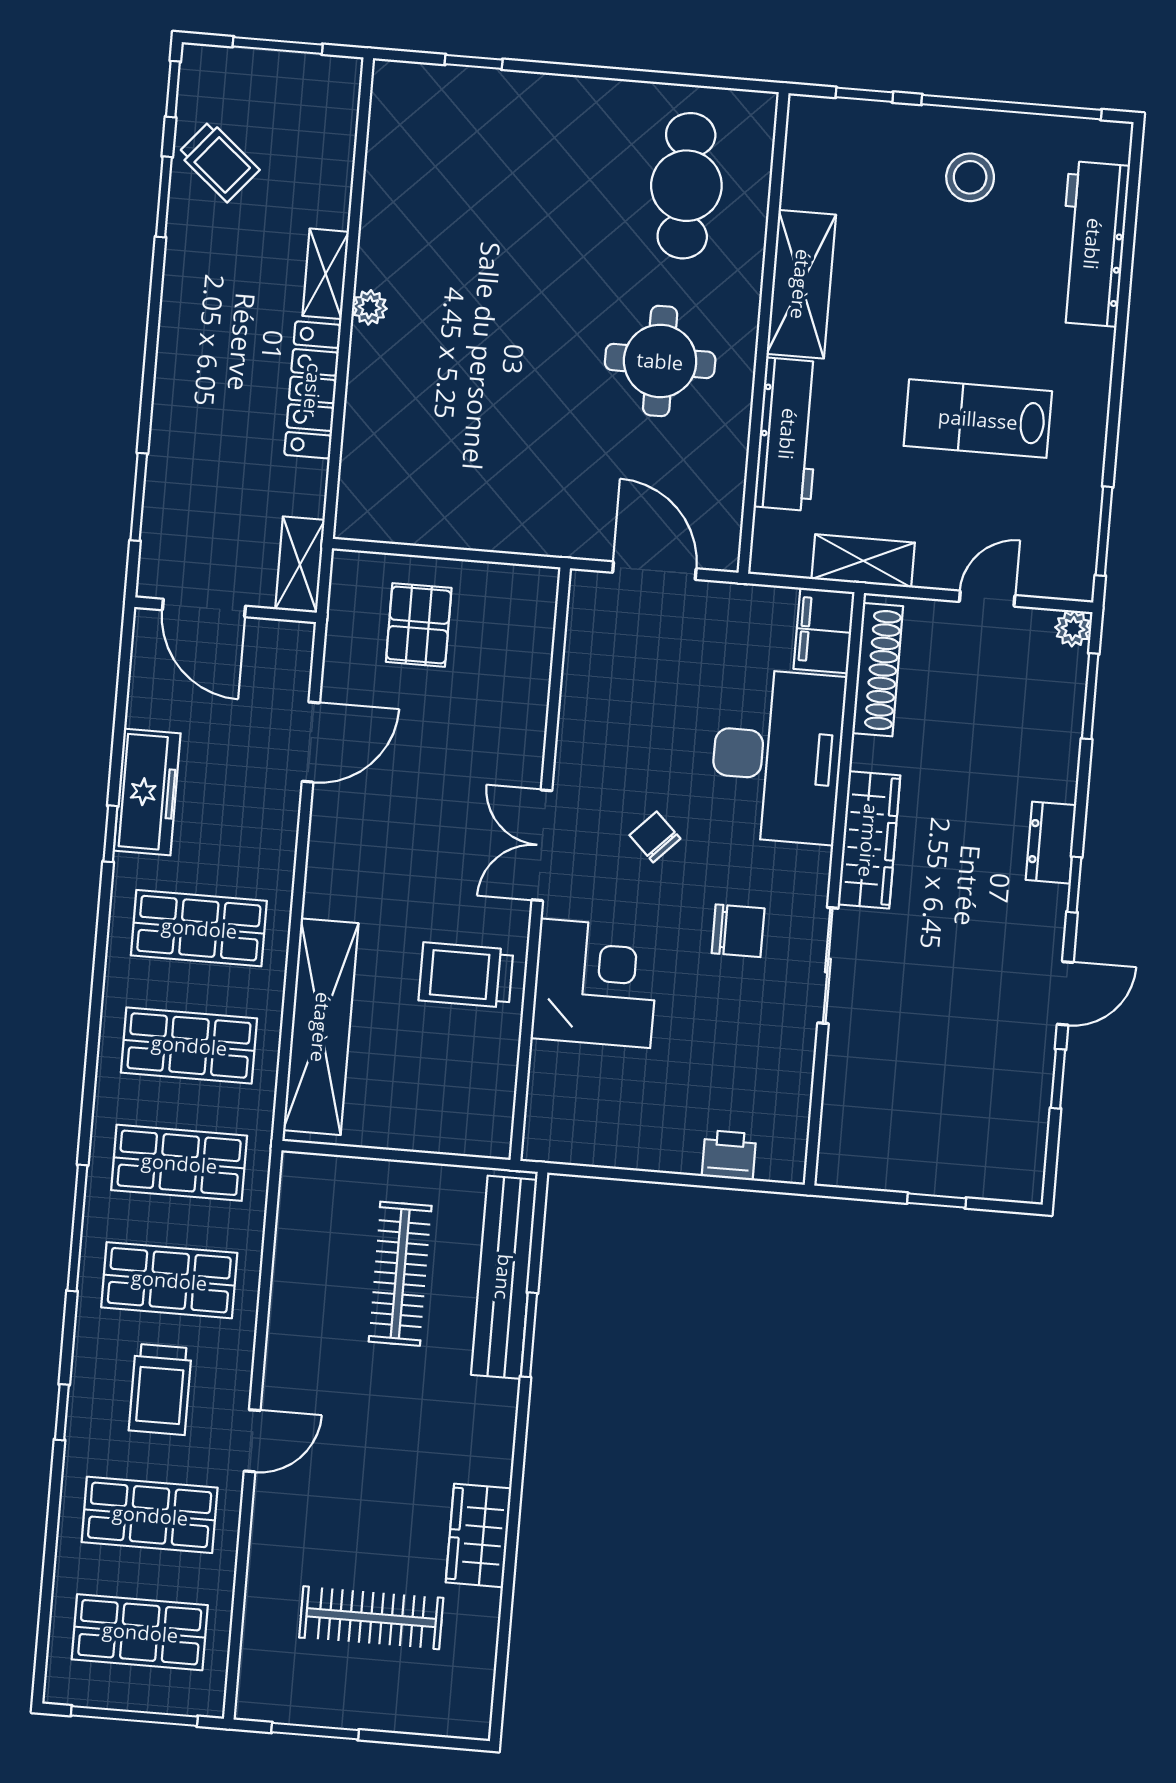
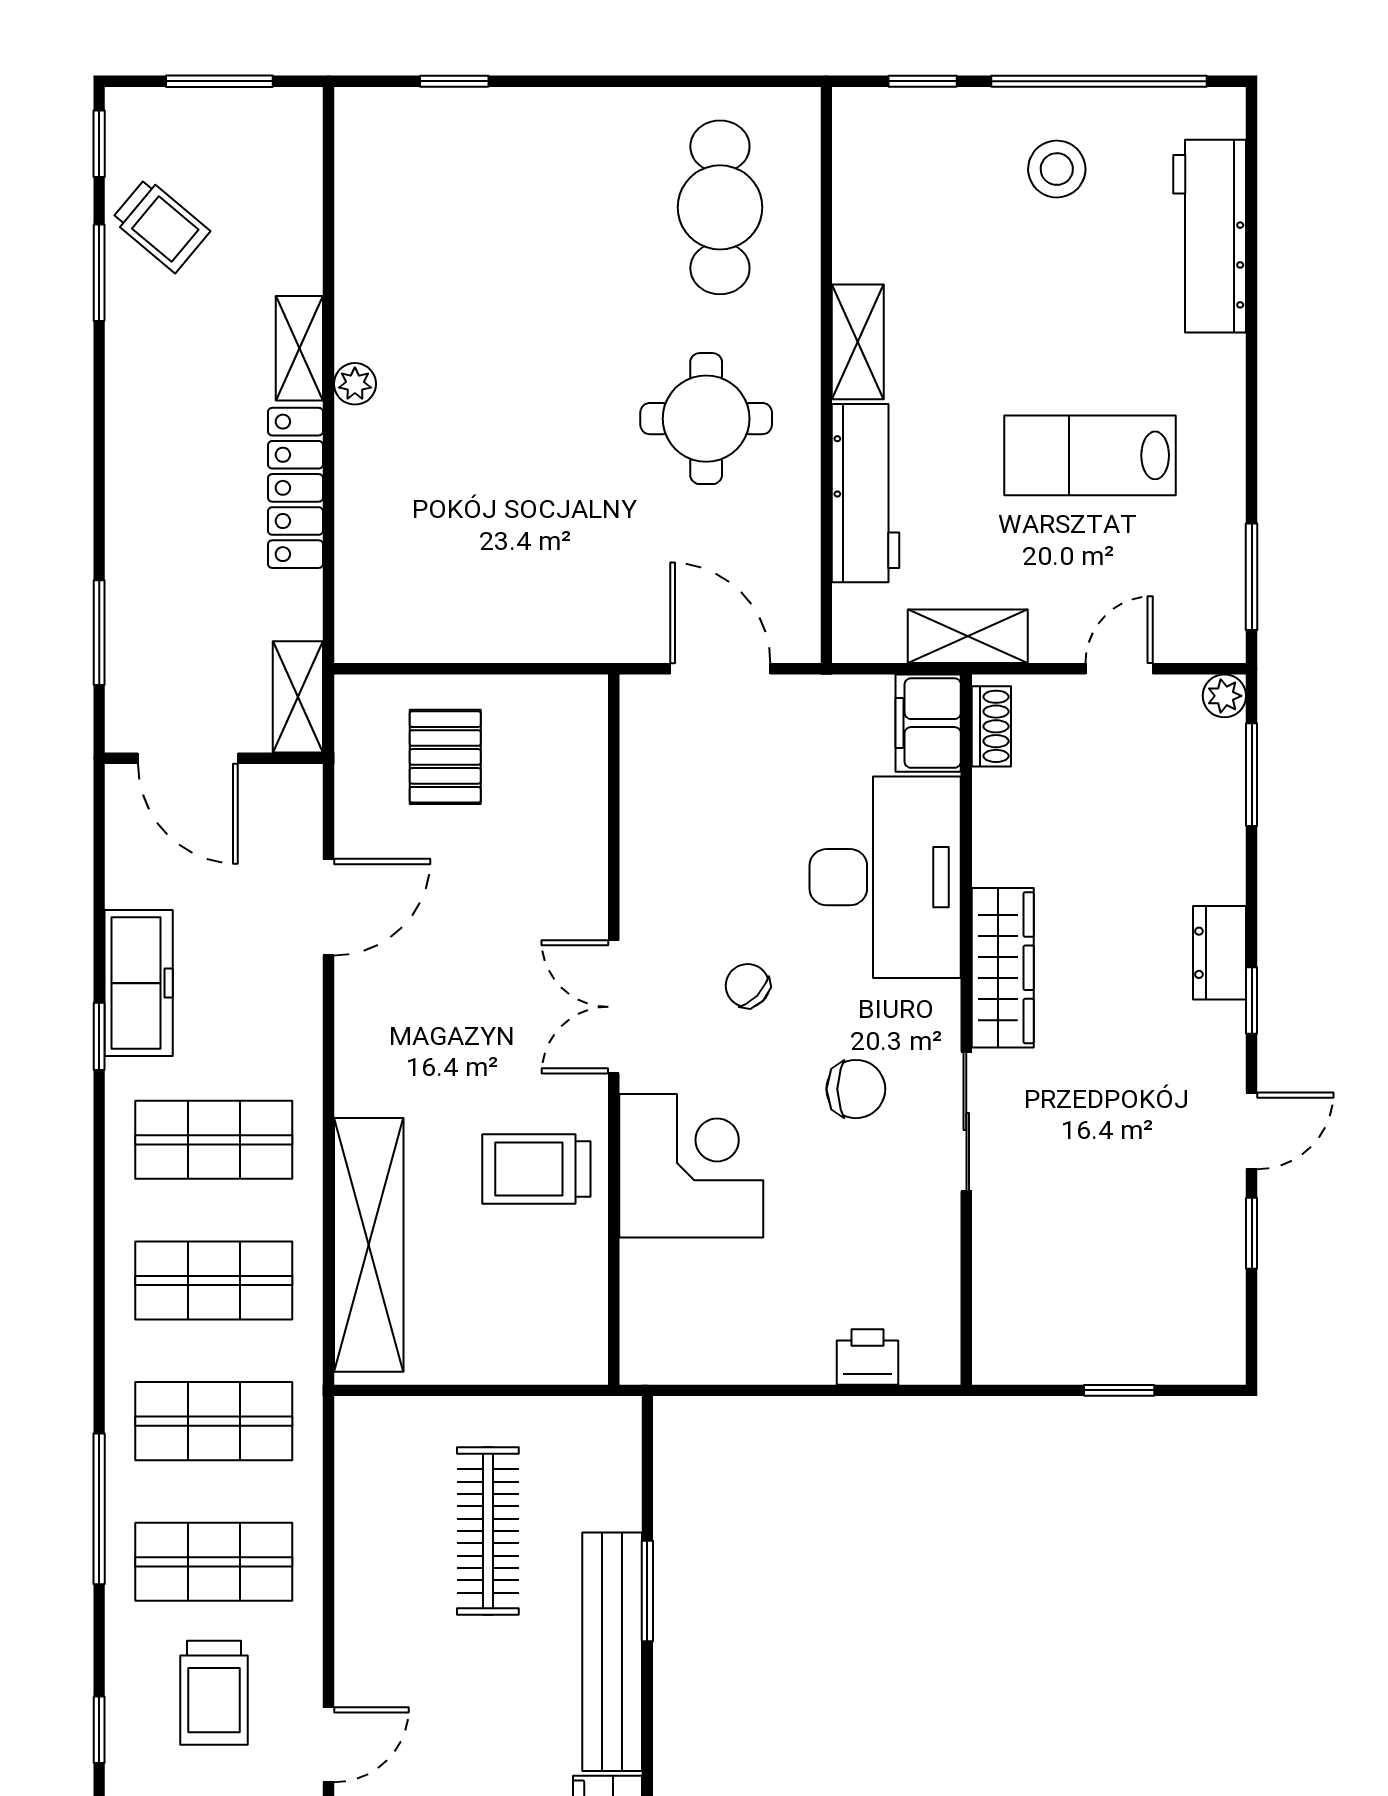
shelving: (801, 284) -> (858, 342), width x0.67, depth x0.75
shoe rack: (878, 670) -> (991, 726), width x0.51, depth x0.81
bench: (504, 1277) -> (612, 1652), moved

